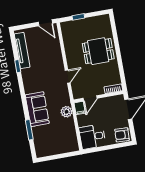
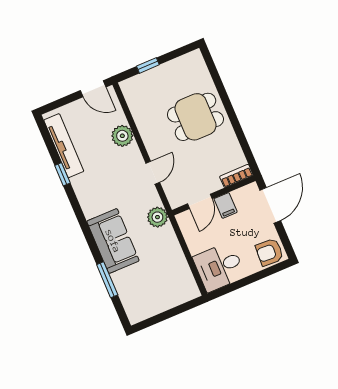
plant: (56, 52) -> (122, 136), added
filing cabinet: (80, 108) -> (226, 205), moved
plant: (67, 112) -> (157, 217), moved

